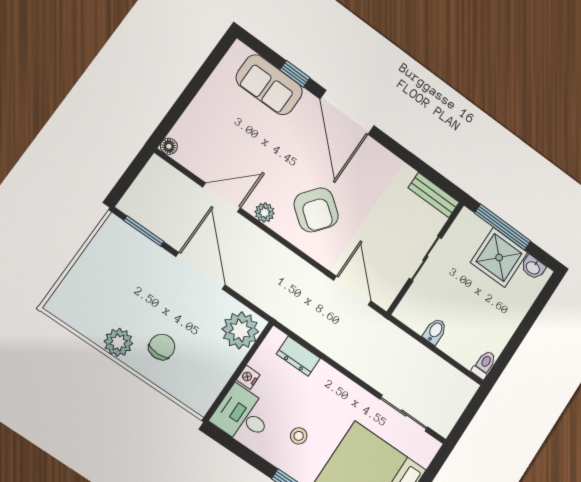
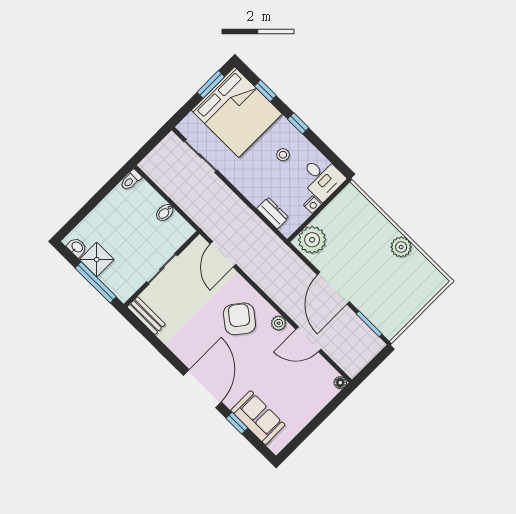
shower: (499, 257) -> (97, 260), width x0.73, depth x0.73
chair: (162, 347) -> (371, 238), removed

